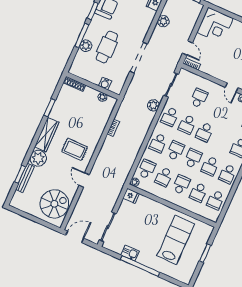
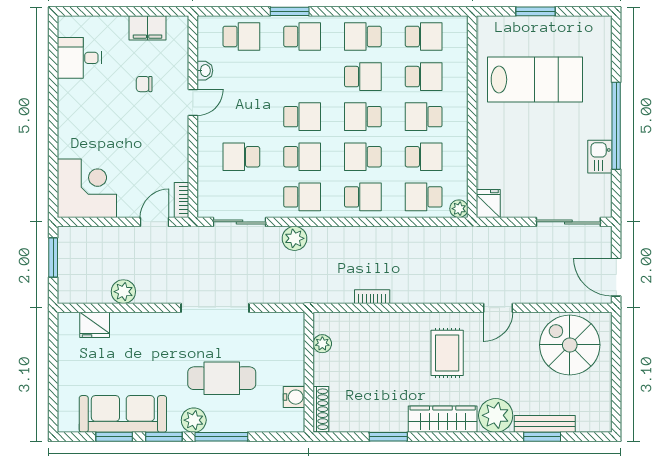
plant: (86, 46) -> (194, 420), moved
water cooler: (105, 84) -> (294, 397), moved
school desk: (228, 174) -> (363, 36), turned 180
lab bench: (176, 240) -> (535, 80), turned 180

